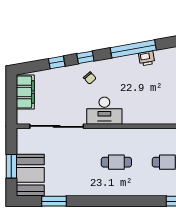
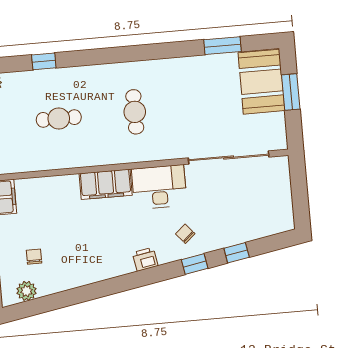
window: (133, 49) -> (124, 283), removed
printer: (147, 58) -> (145, 259), moved
filing cabinet: (25, 92) -> (106, 184), moved, turned -90
cafe table: (116, 162) -> (135, 112), turned 90

